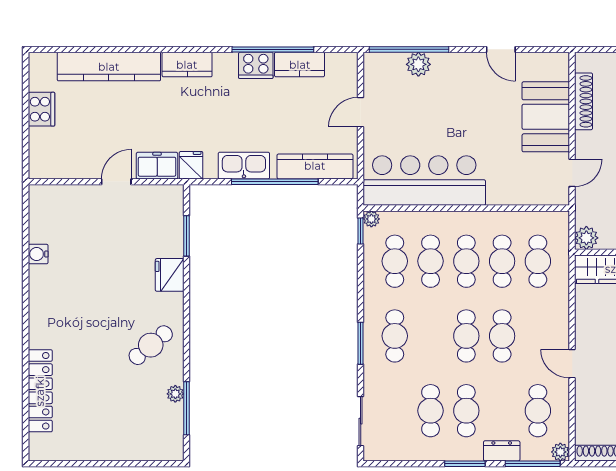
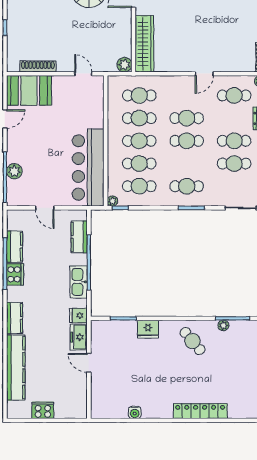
booth: (546, 117) -> (29, 90), moved
kitchen counter: (315, 166) -> (79, 237), width x0.67
locker: (40, 391) -> (200, 411), moved

